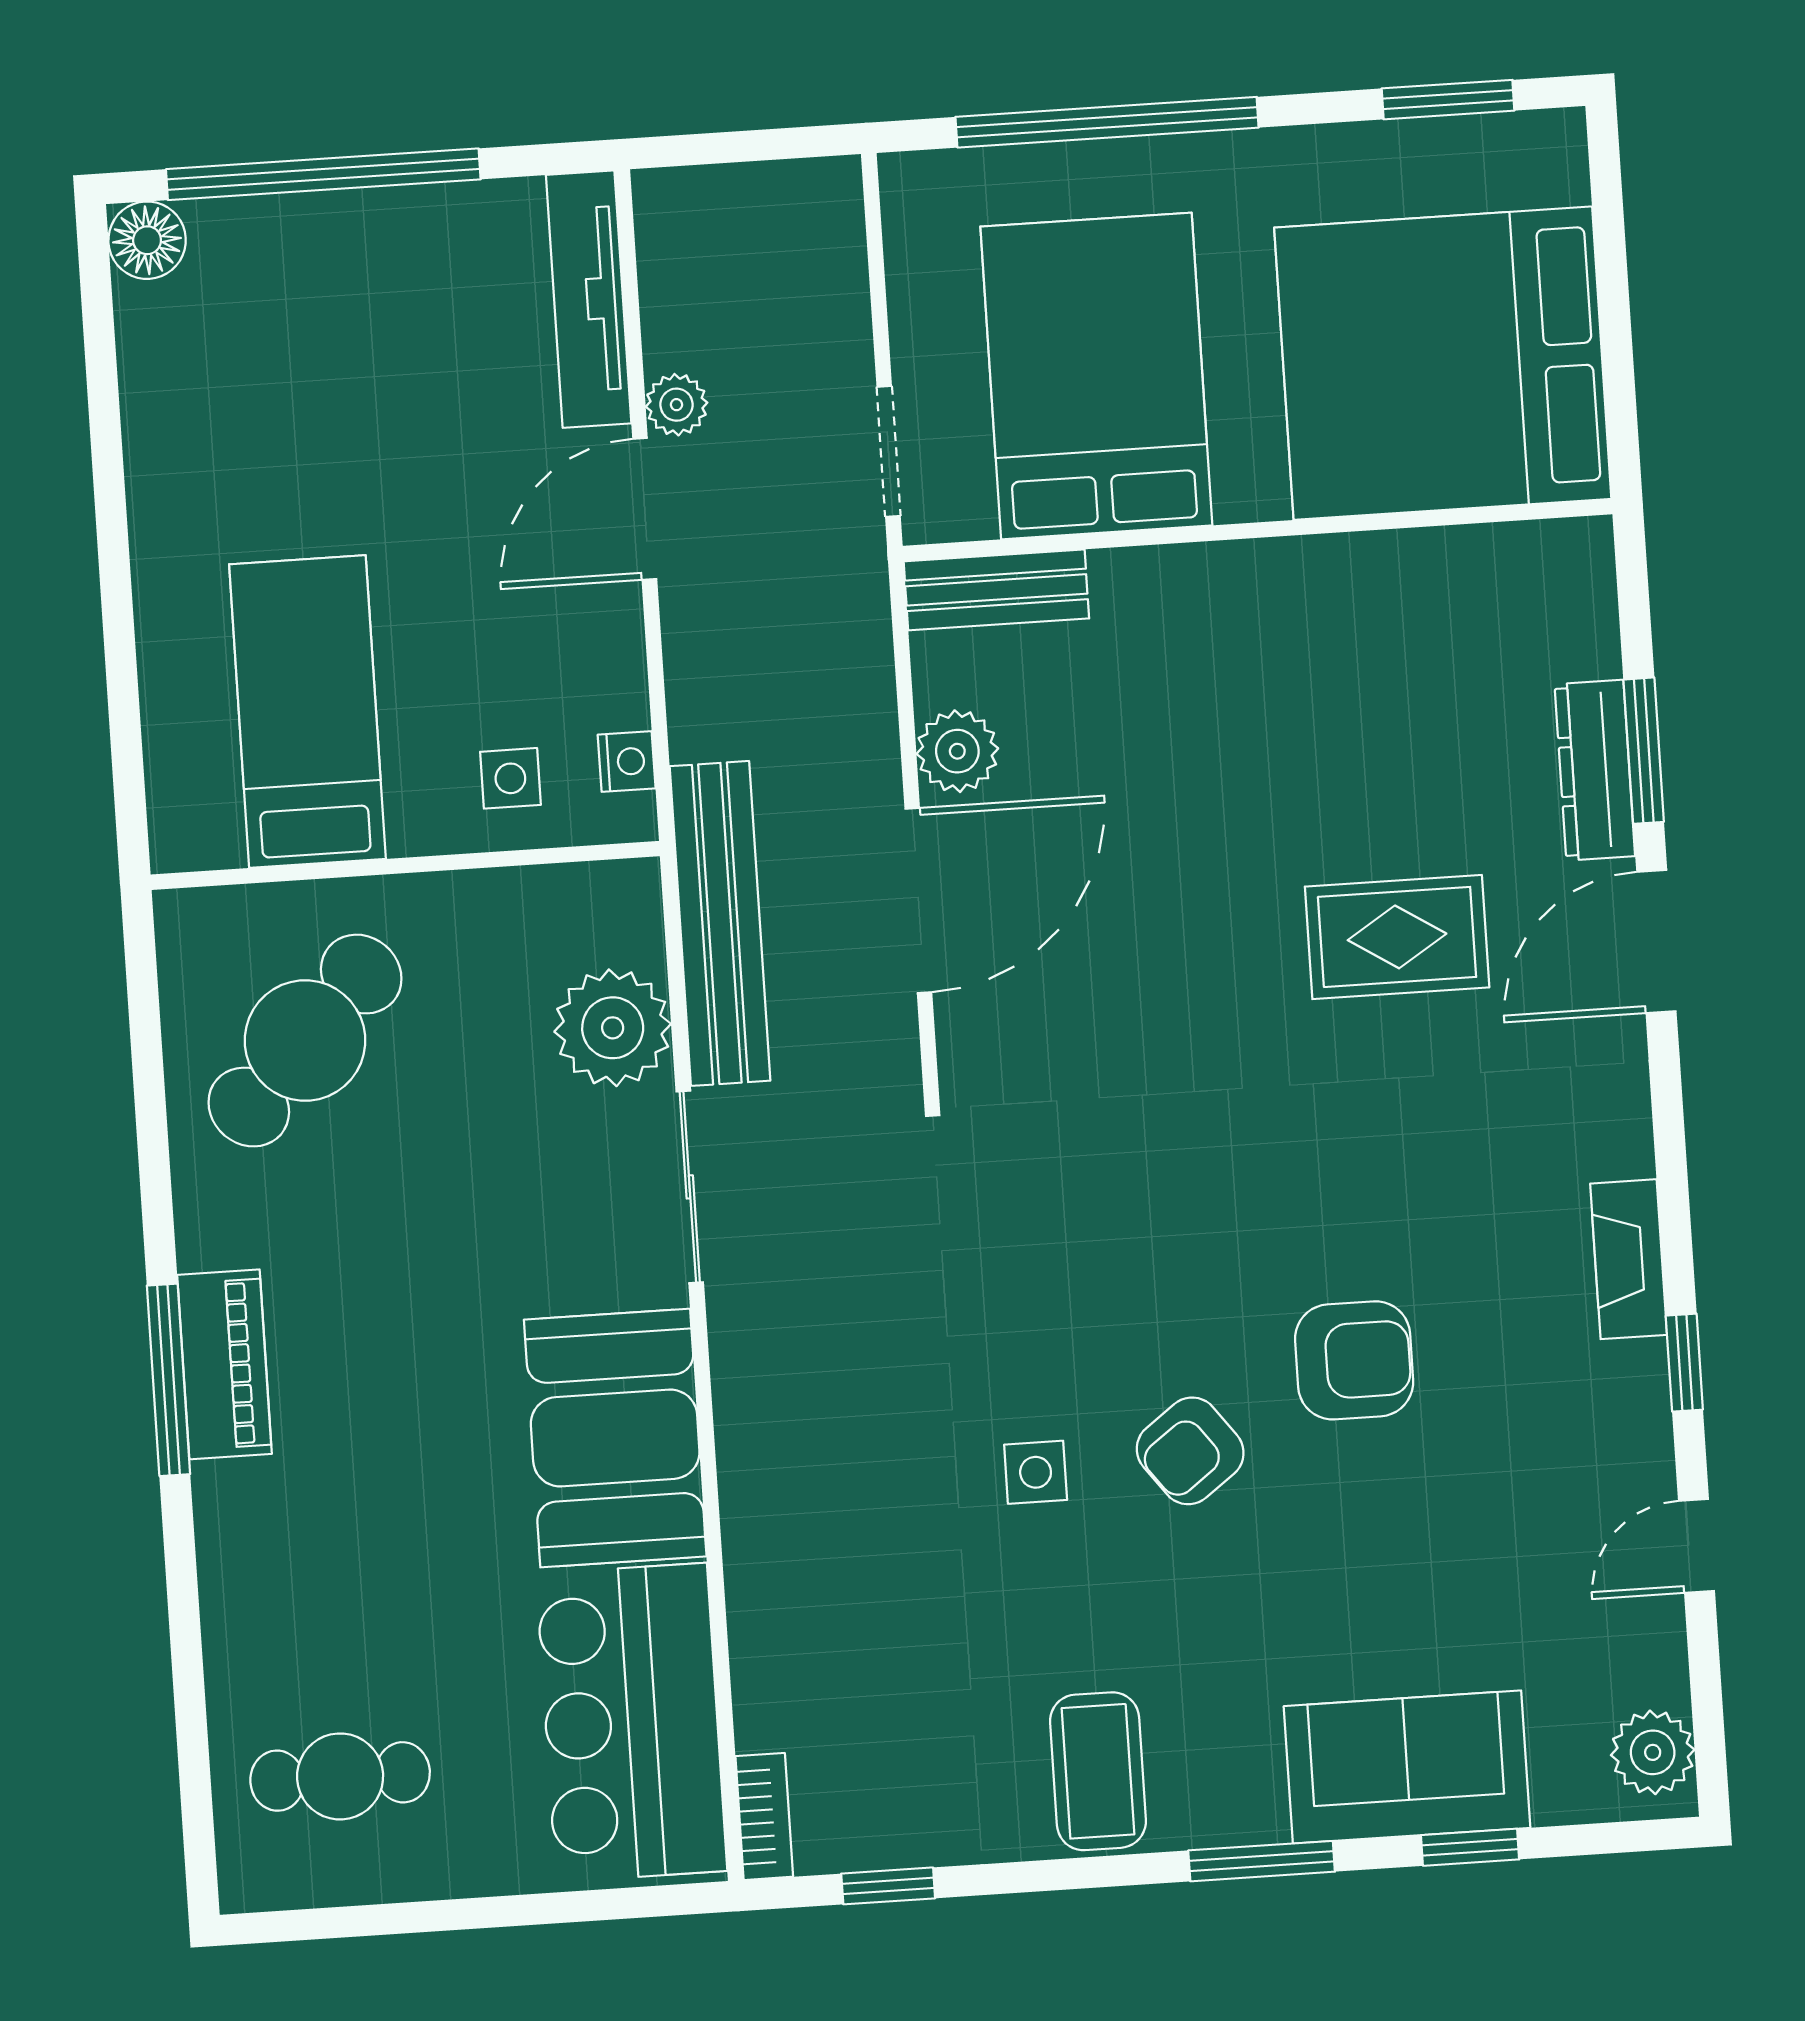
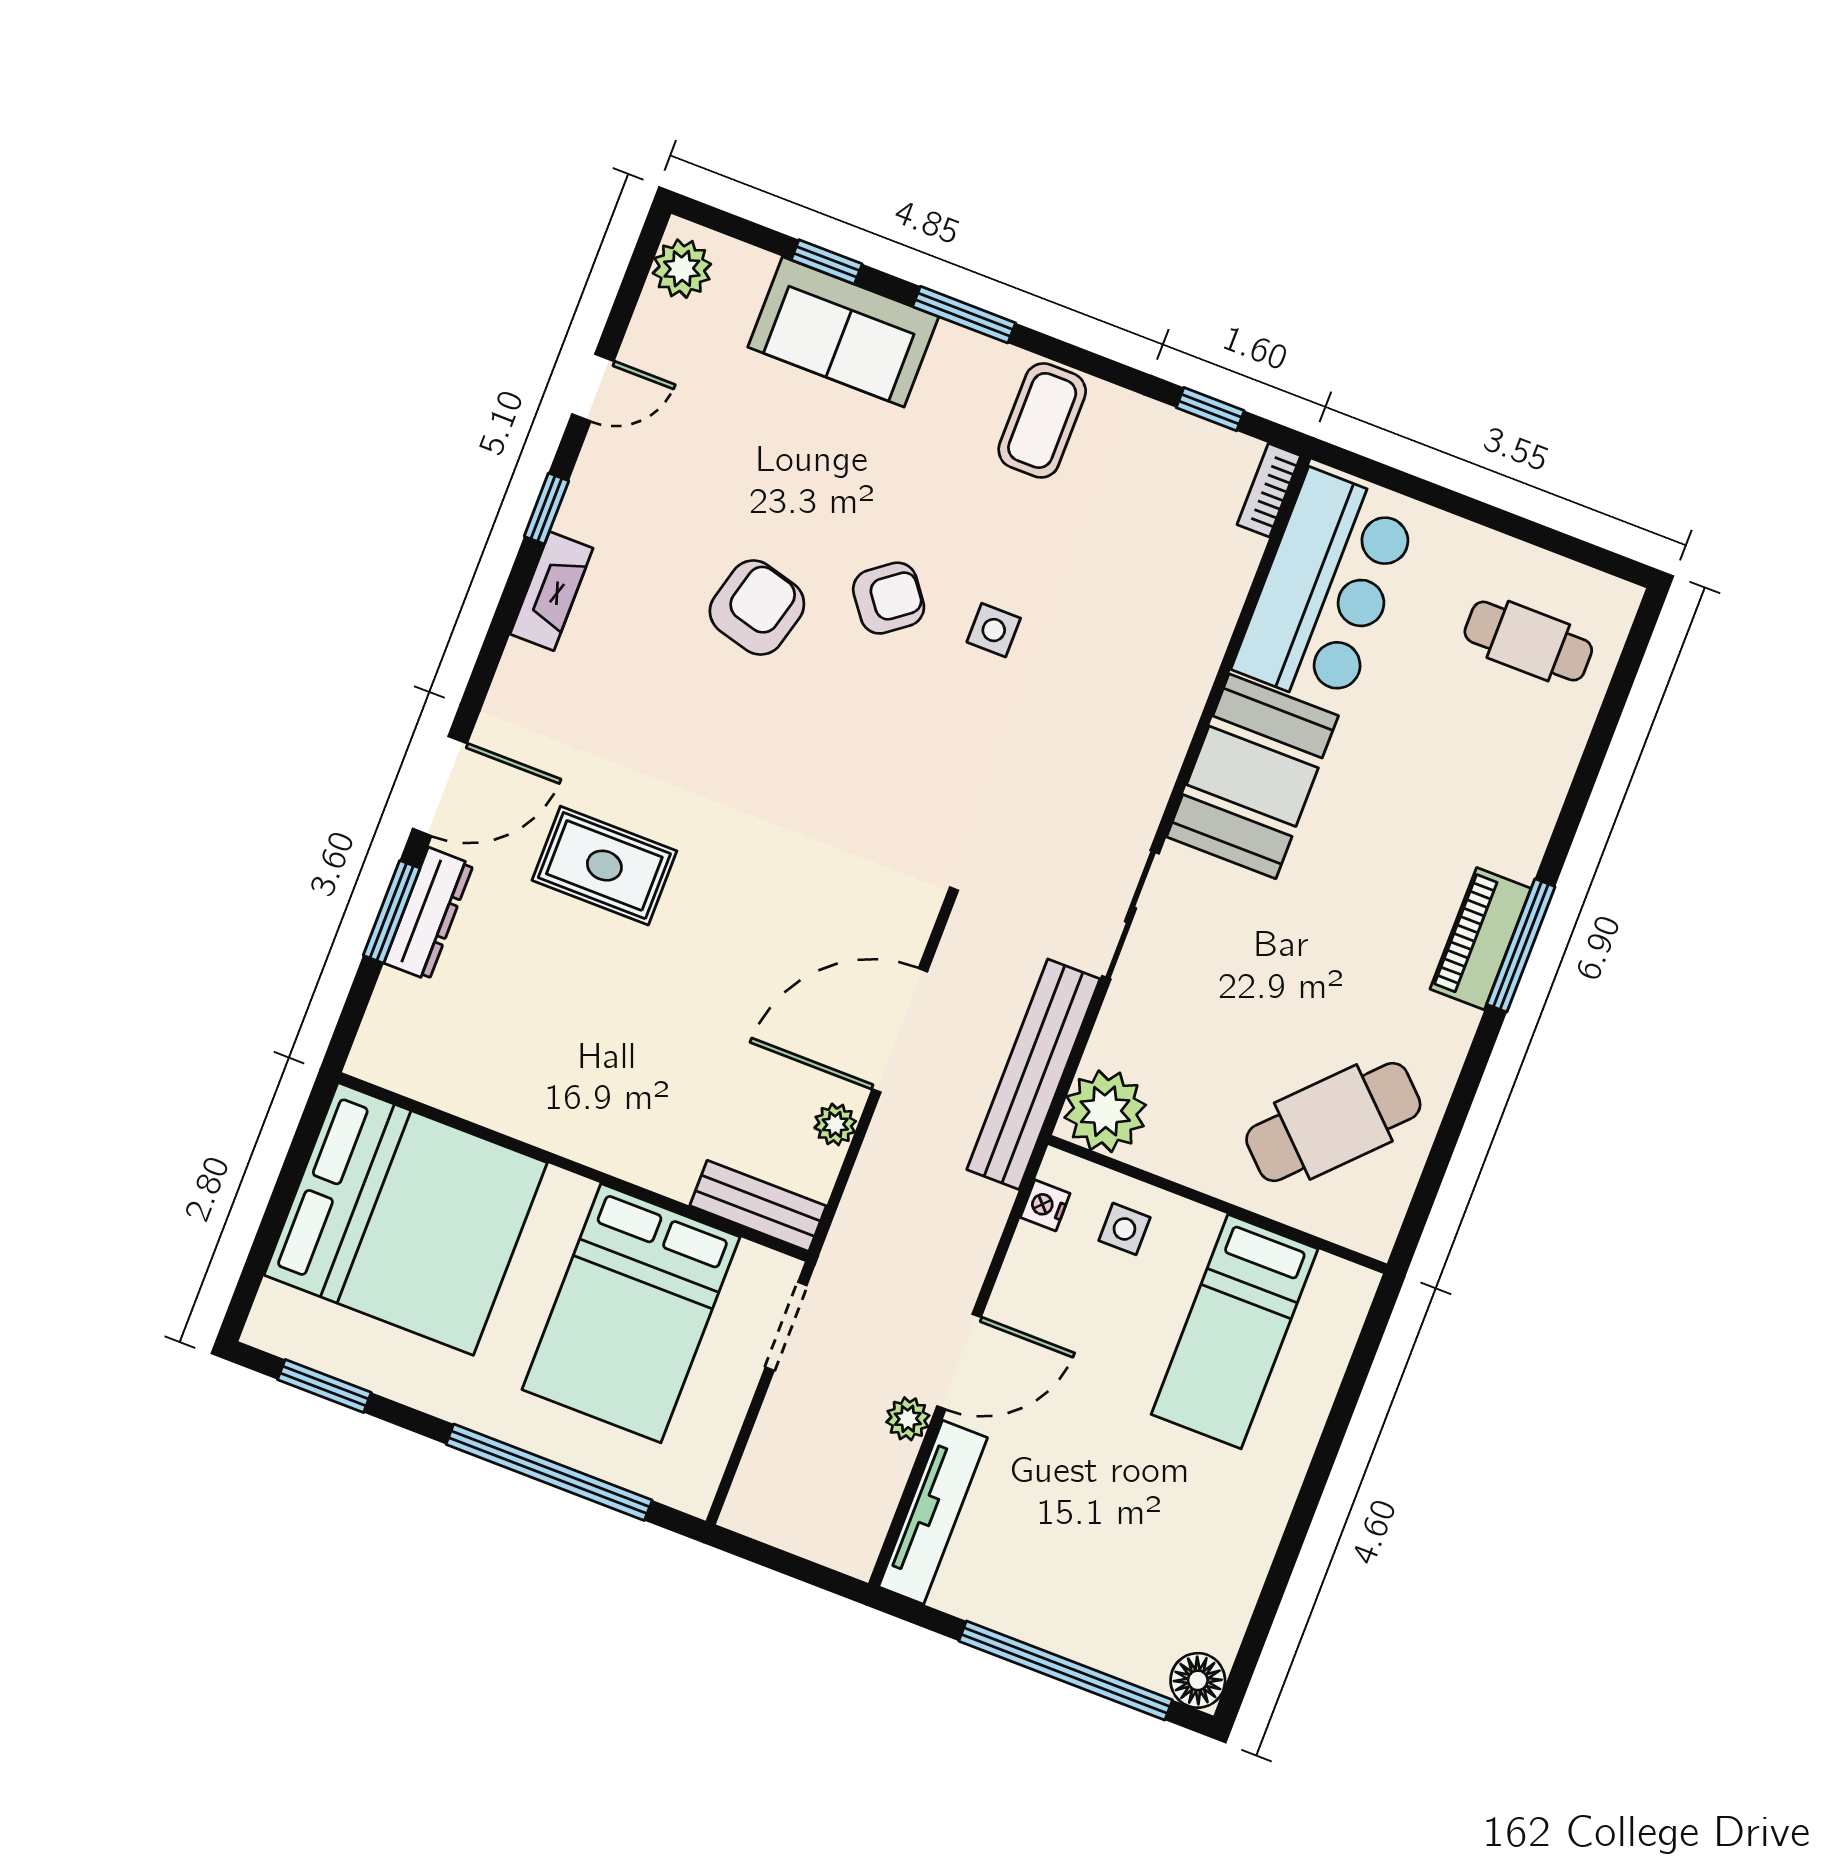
plant: (957, 751) -> (835, 1124), width x0.73, depth x0.73
plant: (613, 1028) -> (1105, 1111), moved
armchair: (1354, 1360) -> (757, 607), turned 105

